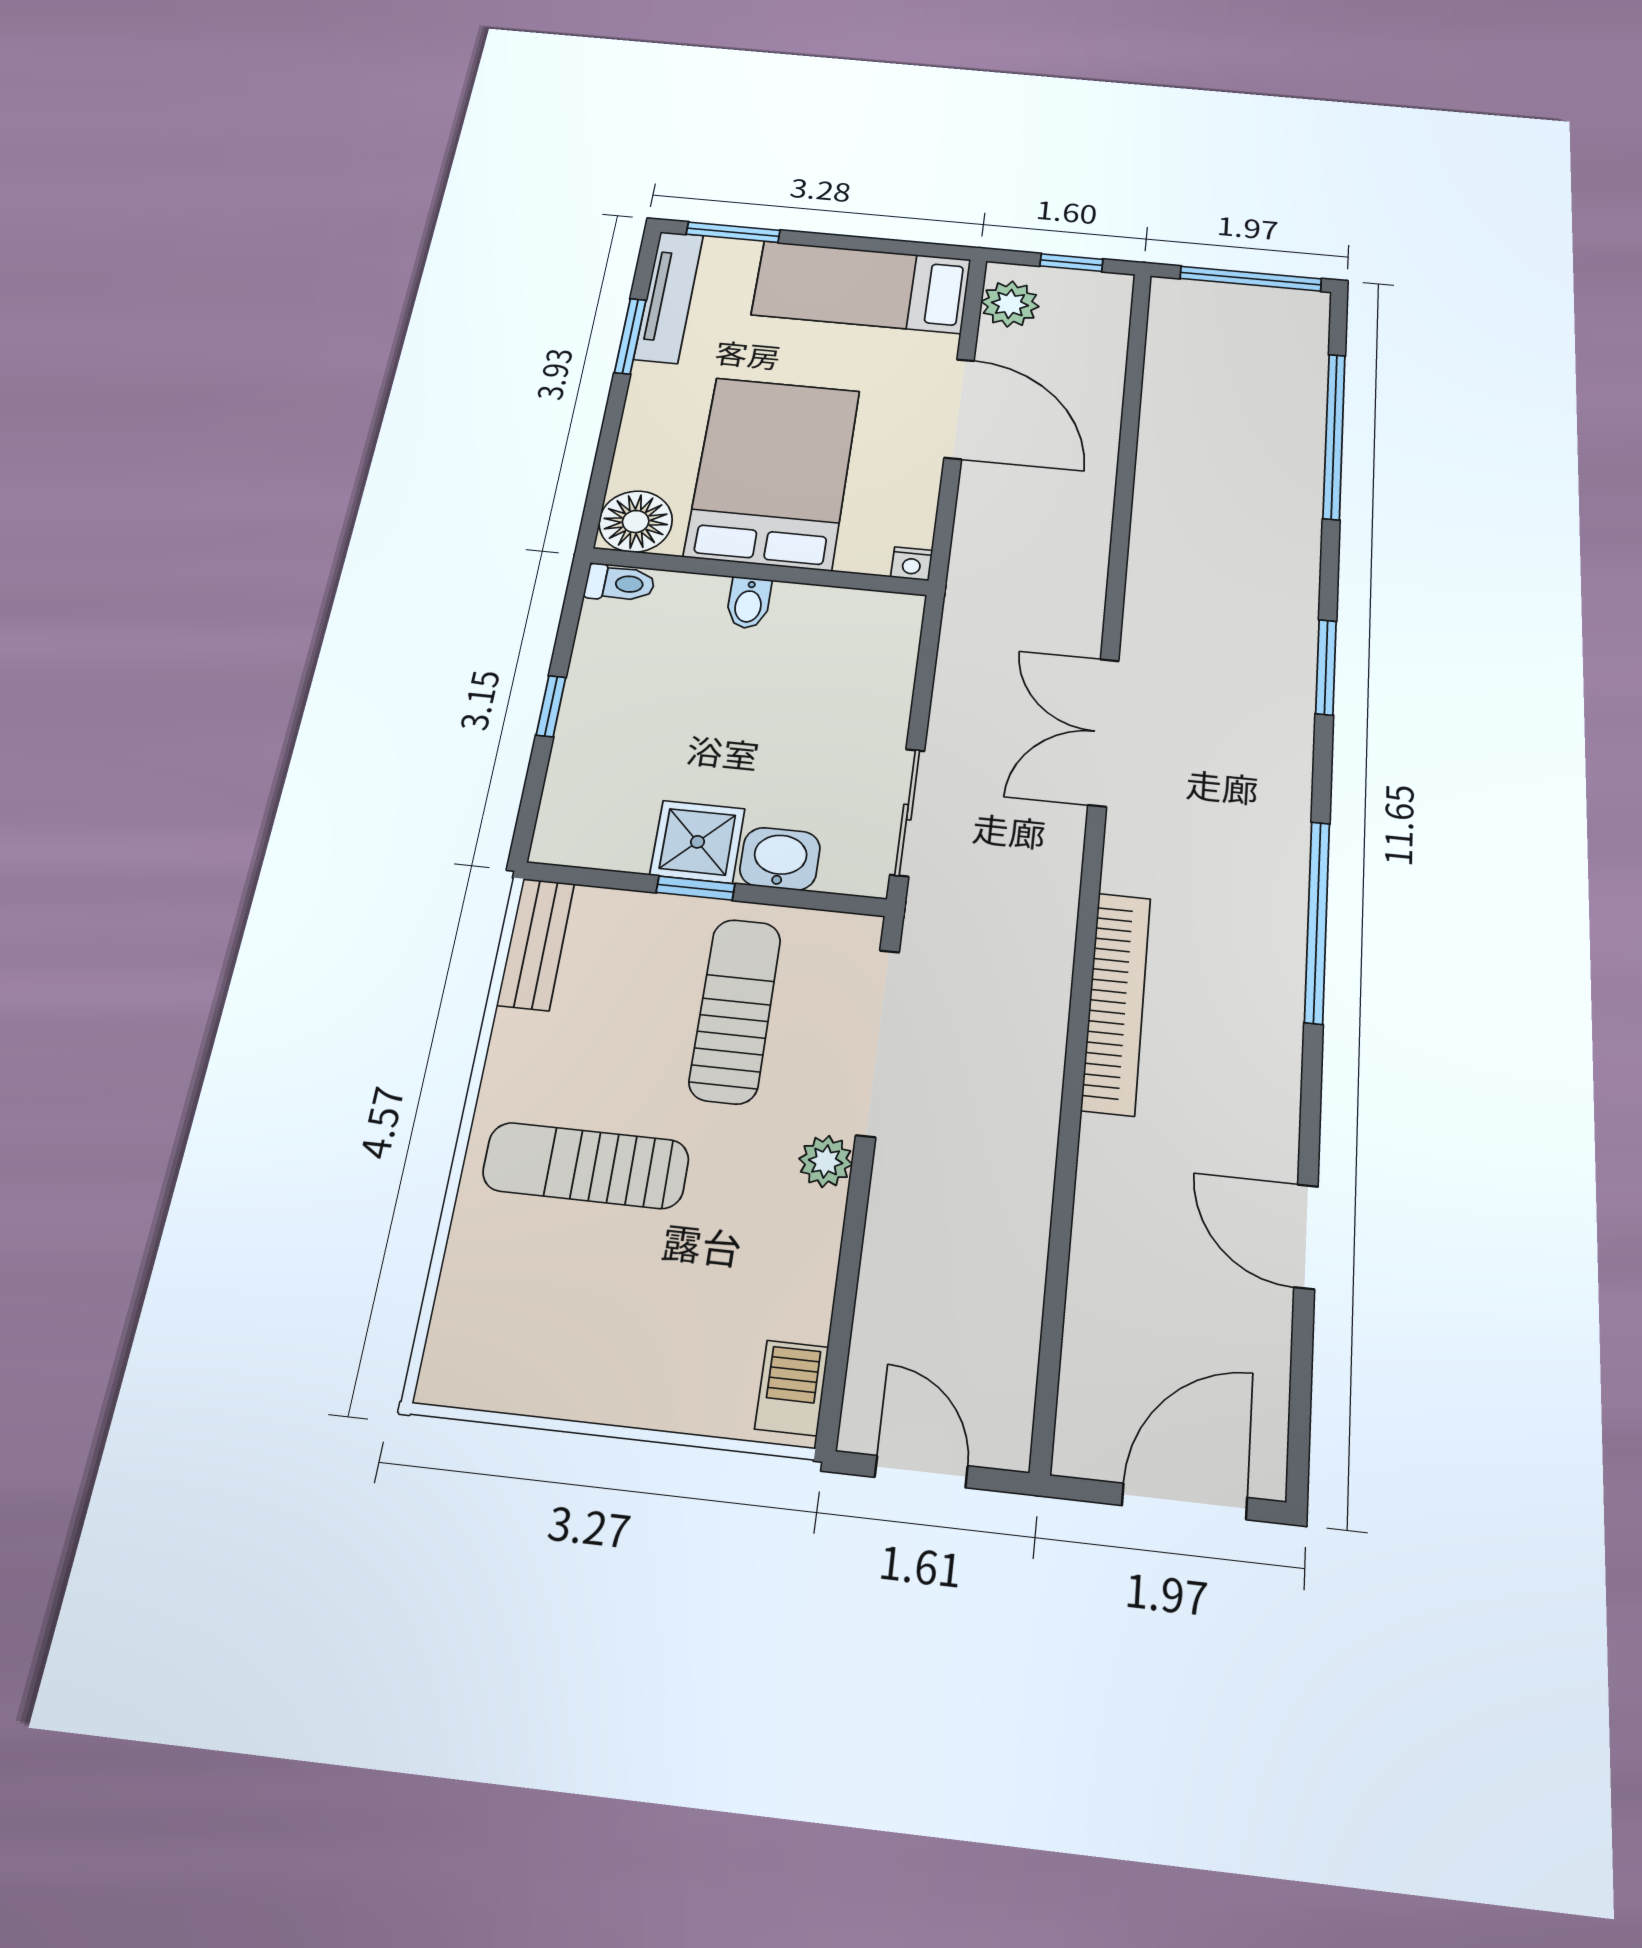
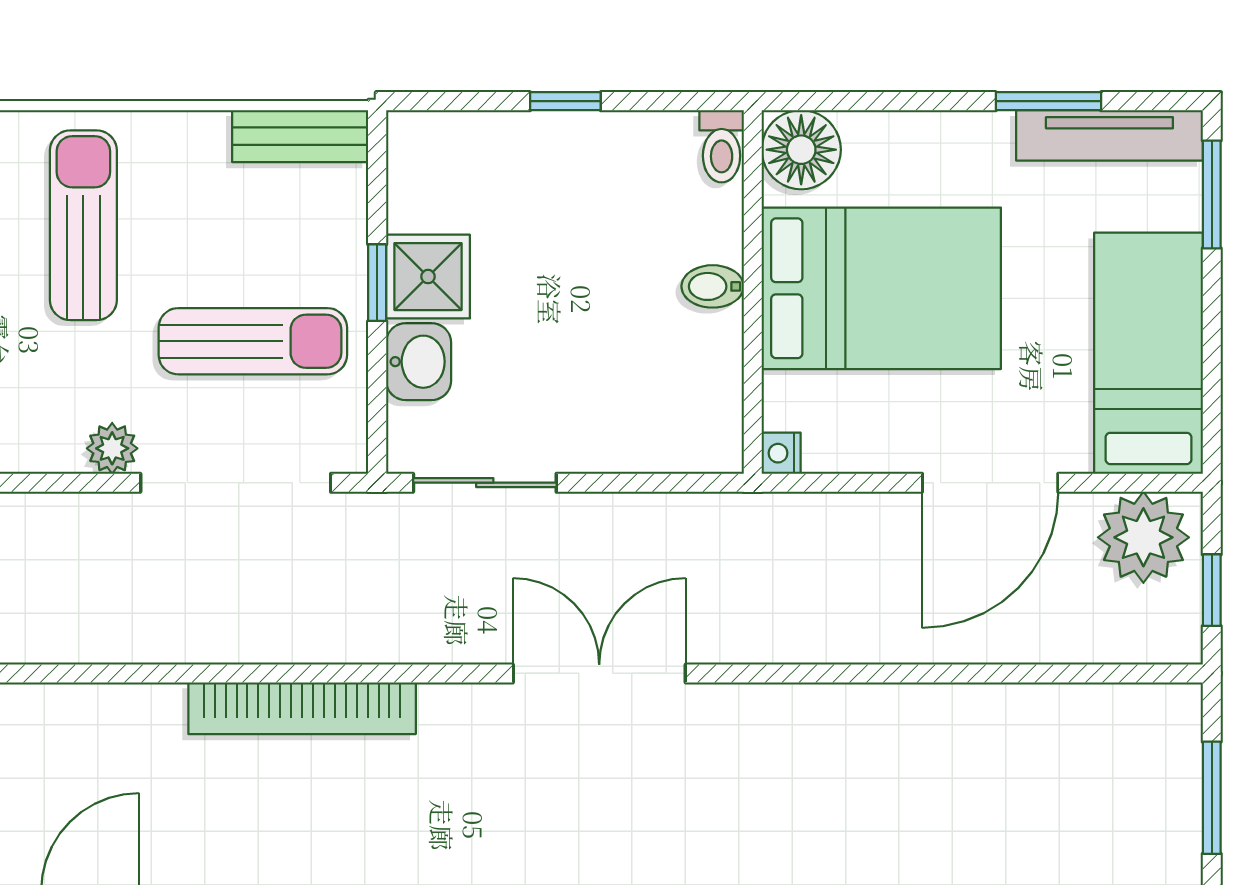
window: (1251, 279) -> (1212, 798), width x0.69
plant: (1010, 304) -> (1143, 537), width x1.36, depth x1.36

